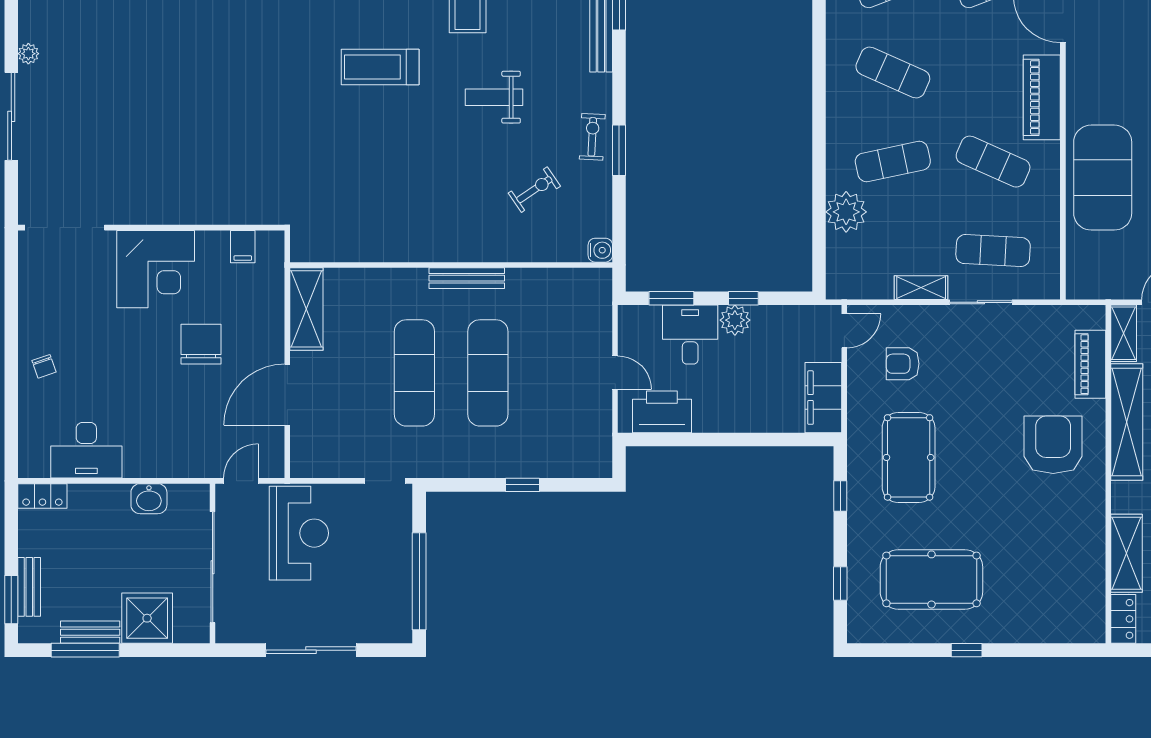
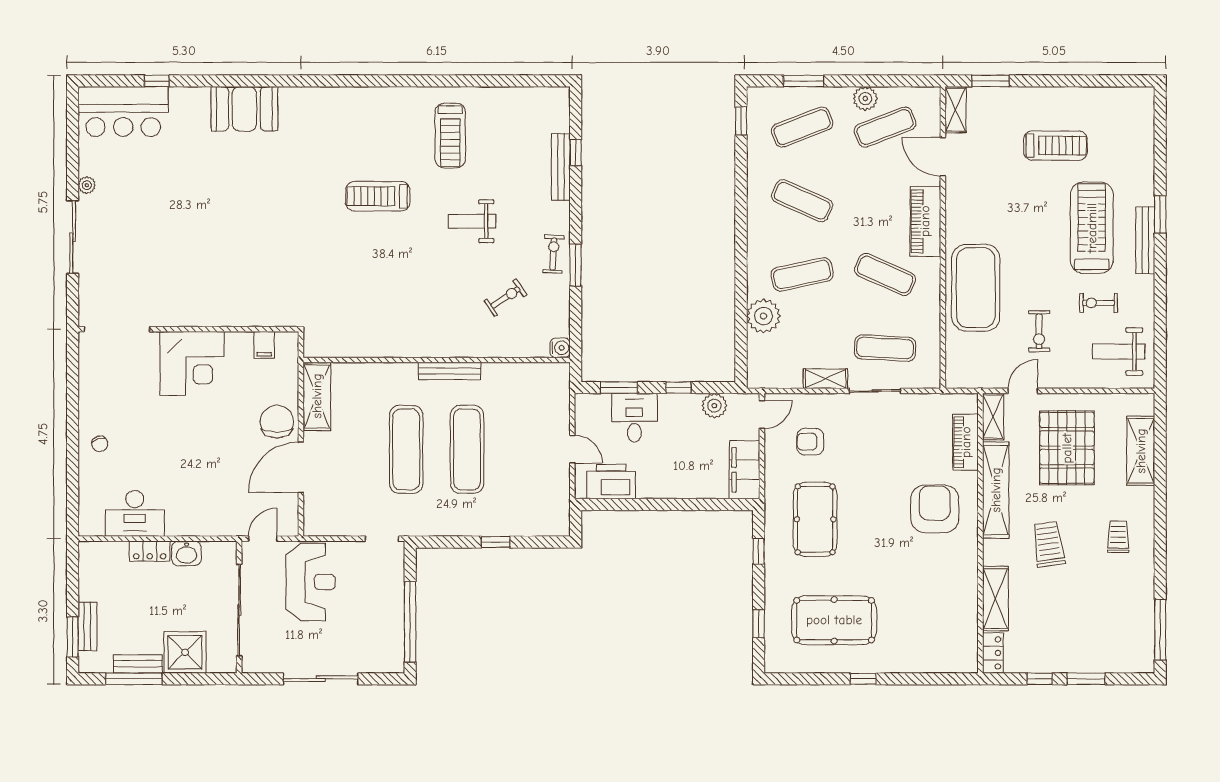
plant: (735, 320) -> (714, 406), moved
chair: (201, 344) -> (277, 422), moved
locker: (42, 496) -> (150, 551), moved

